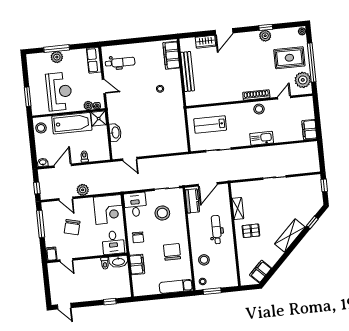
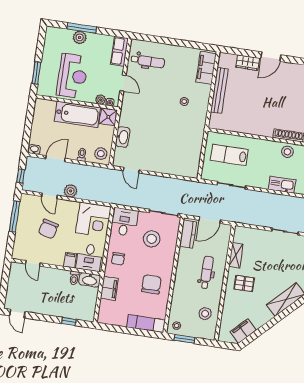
stool: (41, 128) -> (101, 154), moved
filing cabinet: (51, 254) -> (70, 260), moved
stool: (204, 260) -> (205, 314), moved

